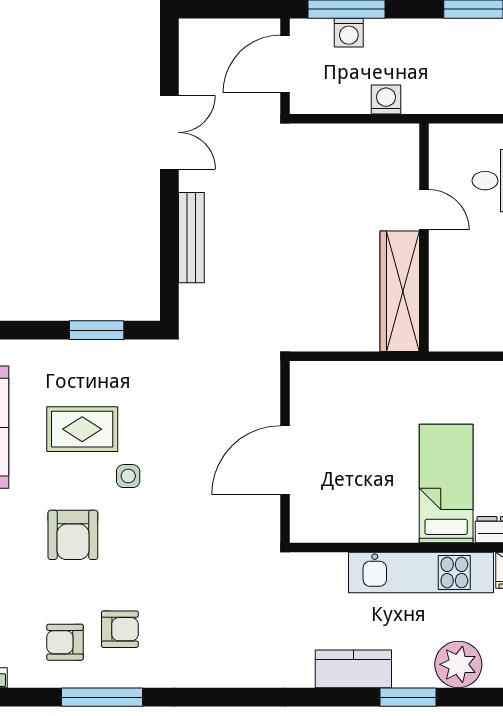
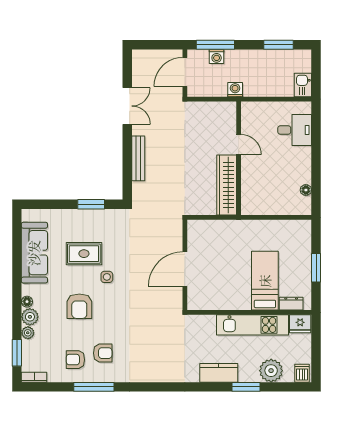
door: (424, 210) -> (239, 144), moved
wall: (424, 237) -> (239, 158), moved
wardrobe: (400, 291) -> (227, 185), moved

